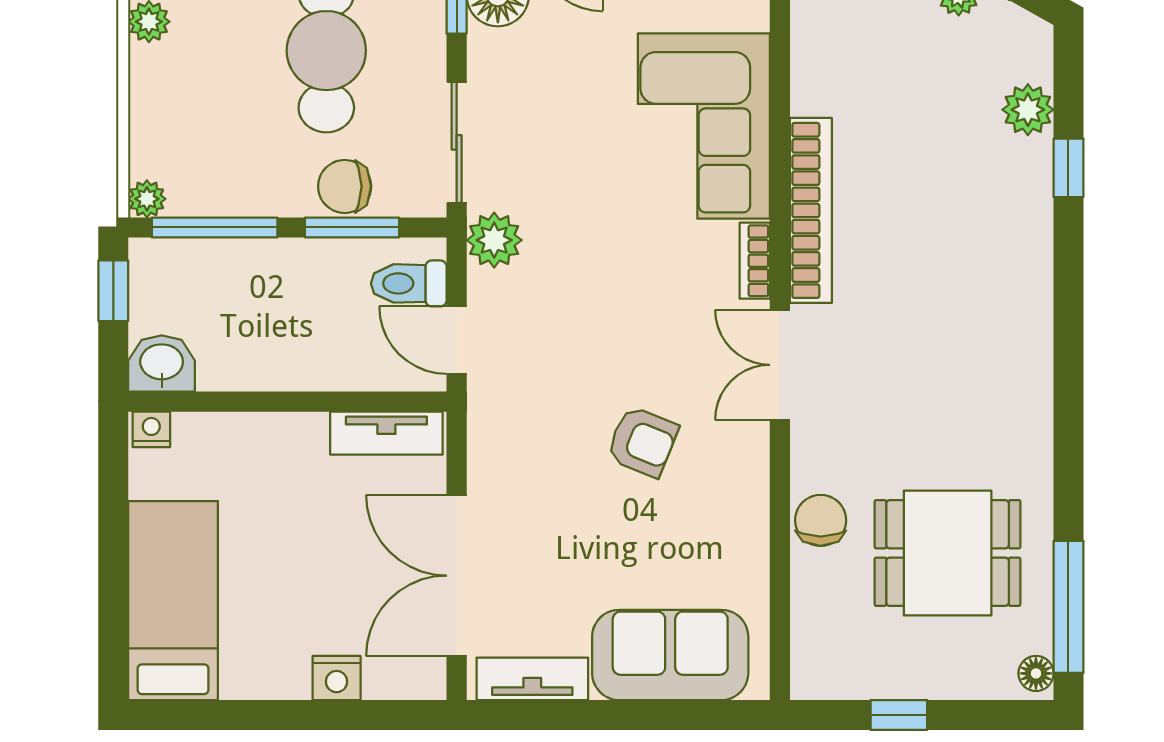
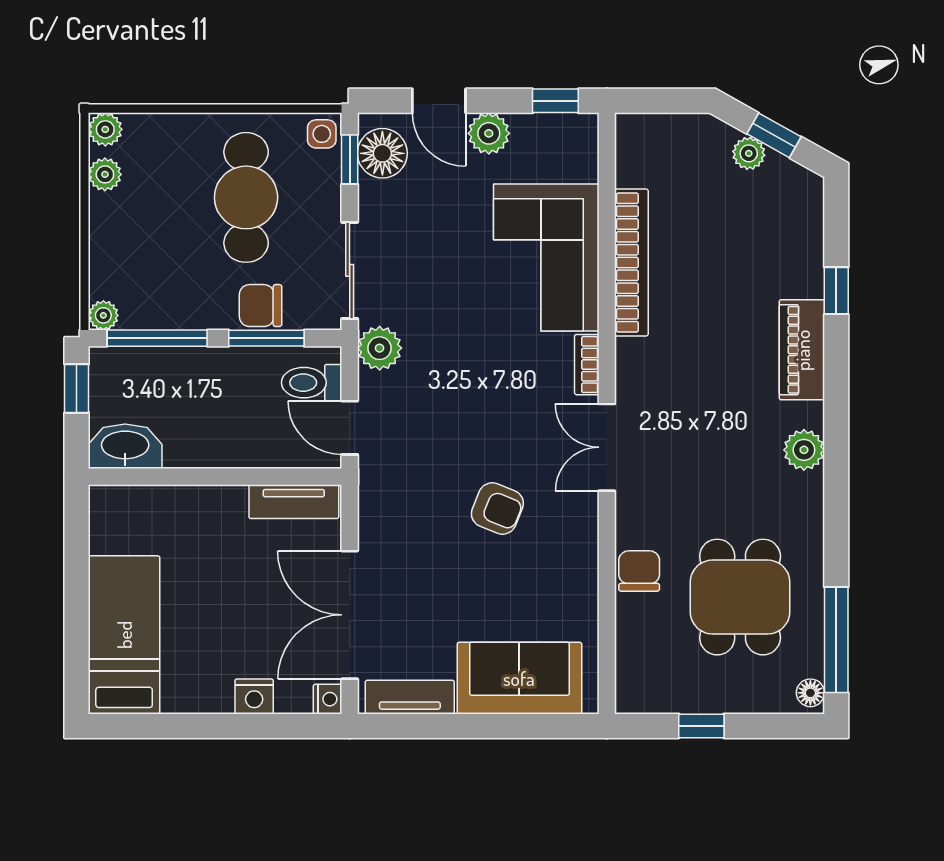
plant: (1028, 110) -> (804, 450), moved
bookcase: (811, 210) -> (631, 263), moved
piano: (1025, 242) -> (802, 350), added
washbasin: (162, 363) -> (125, 446), width x1.38
nightstand: (151, 429) -> (328, 699), moved, turned 90
dining table: (948, 553) -> (740, 597), turned 90

